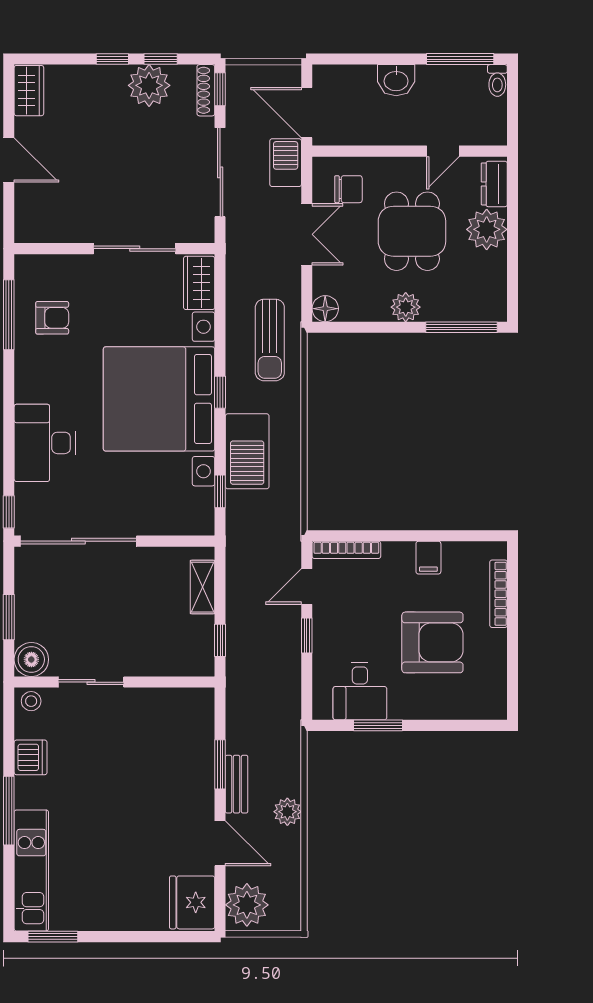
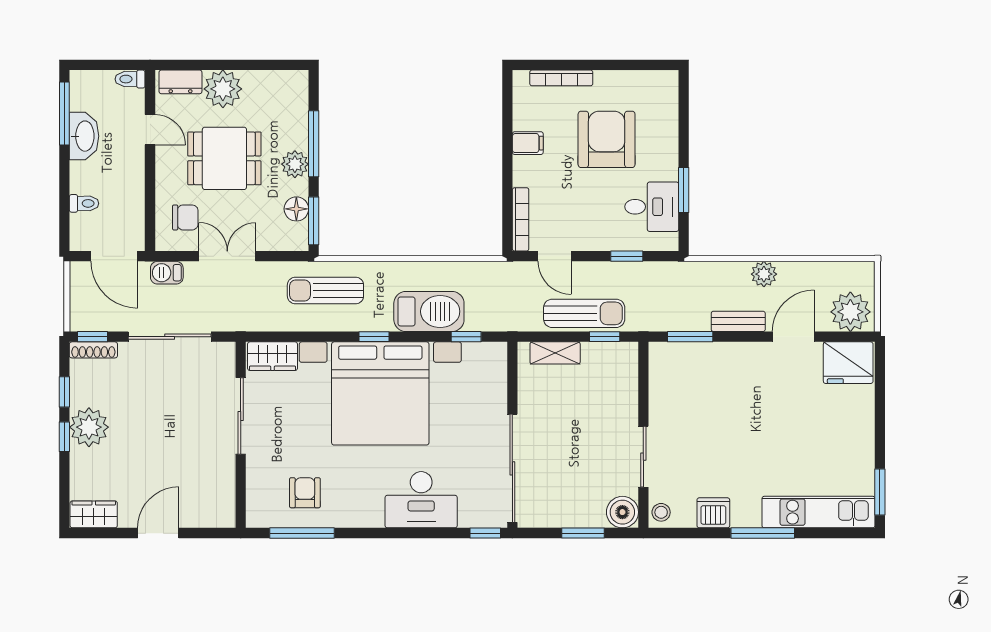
toilet: (364, 80) -> (84, 203), added
washbasin: (396, 80) -> (84, 136), moved, width x1.38
toilet: (497, 80) -> (130, 79), moved, turned 180
plant: (149, 85) -> (89, 427), moved
door: (307, 113) -> (114, 256), hinge flipped
barbecue: (286, 163) -> (167, 273), width x0.73, depth x0.79
chair: (348, 189) -> (185, 217), turned 90
floor lamp: (325, 309) -> (296, 209), moved
window: (345, 327) -> (314, 221), added
window: (461, 327) -> (314, 144), moved
sun lounger: (270, 340) -> (325, 291), turned 180
sun lounger: (245, 618) -> (584, 313), added
window: (307, 635) -> (627, 256), moved
window: (220, 764) -> (690, 337), moved

